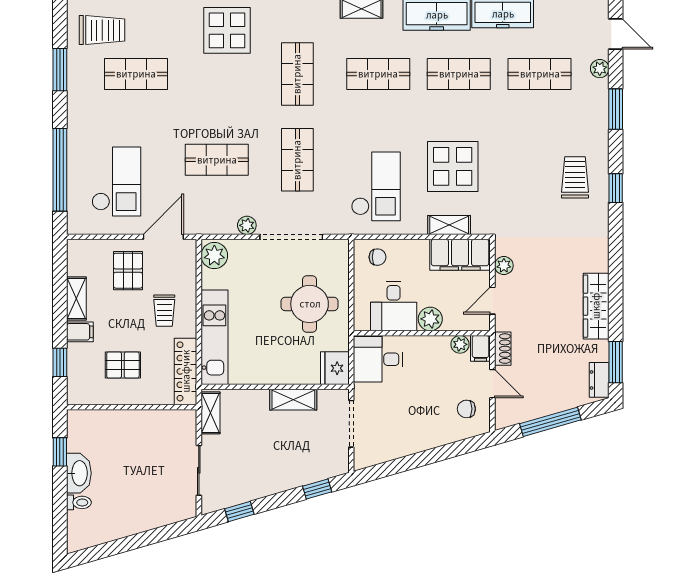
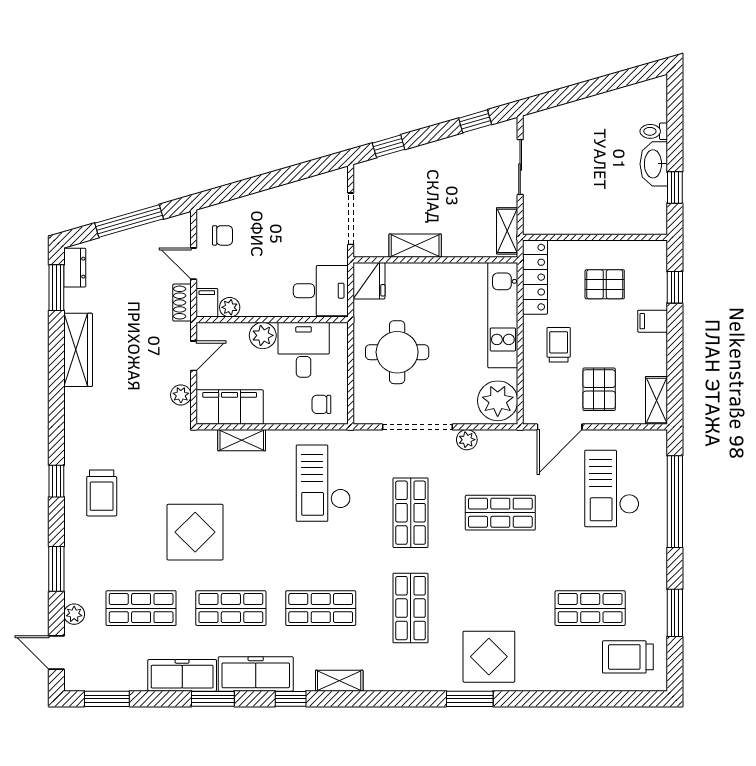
display table: (453, 166) -> (195, 532), moved
plant: (214, 256) -> (498, 401), width x1.36, depth x1.36
shelving: (76, 298) -> (657, 400), moved

